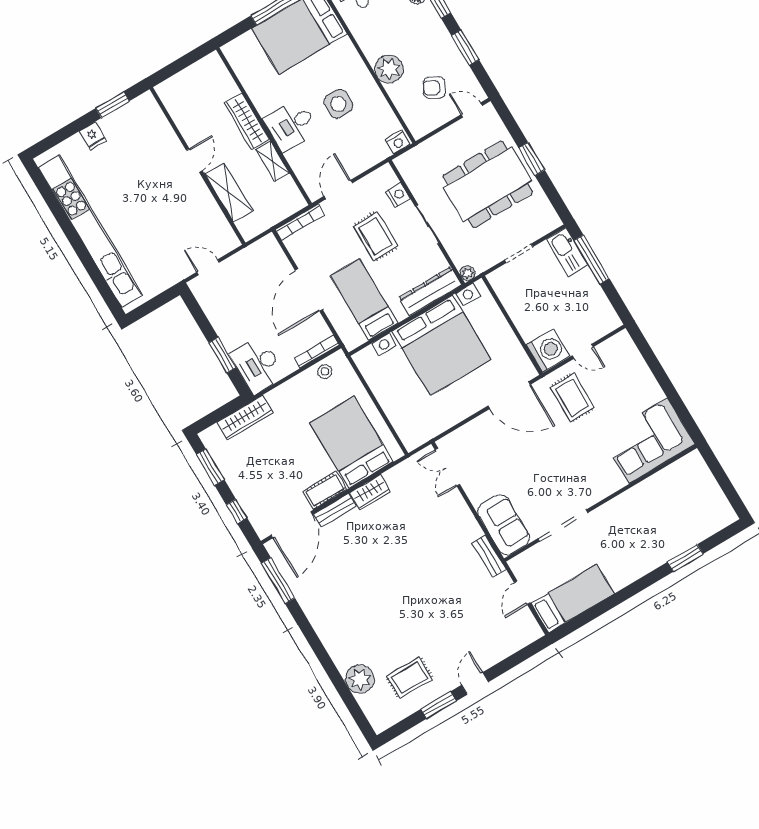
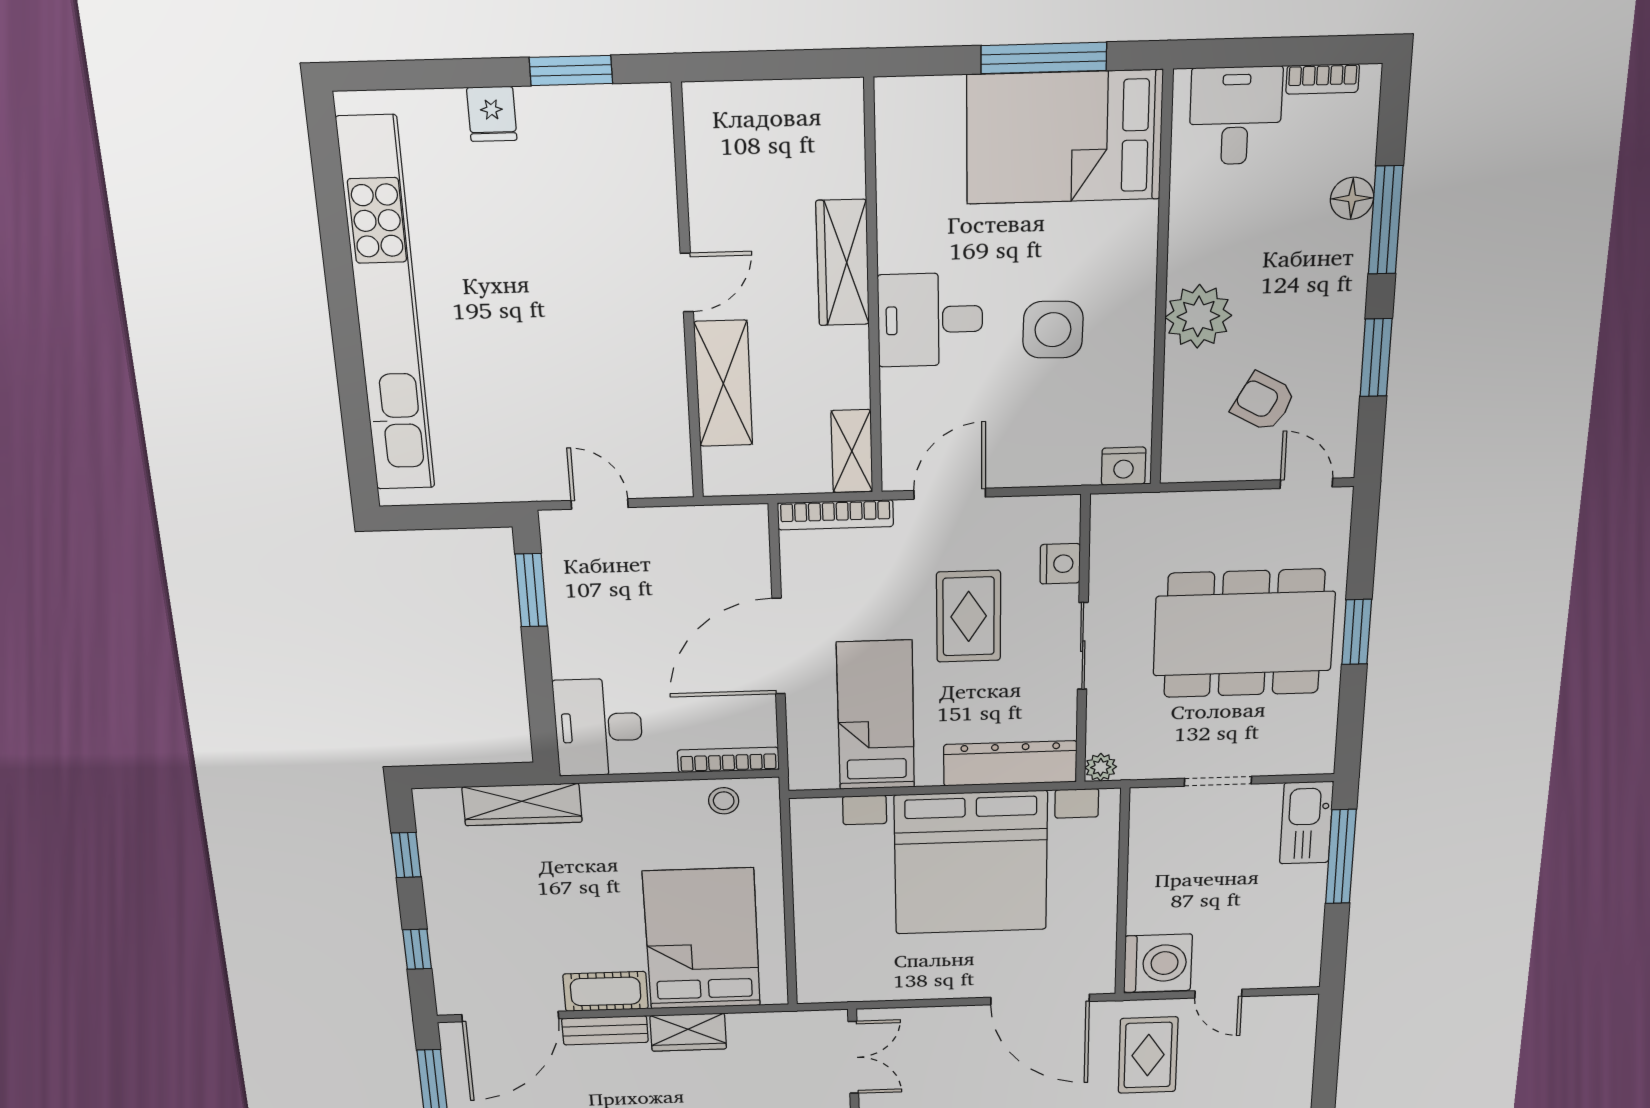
shelving: (273, 161) -> (852, 451), moved
window: (223, 355) -> (531, 590), moved
window: (210, 467) -> (406, 855), width x0.67
double door: (447, 467) -> (853, 1058), swing flipped

